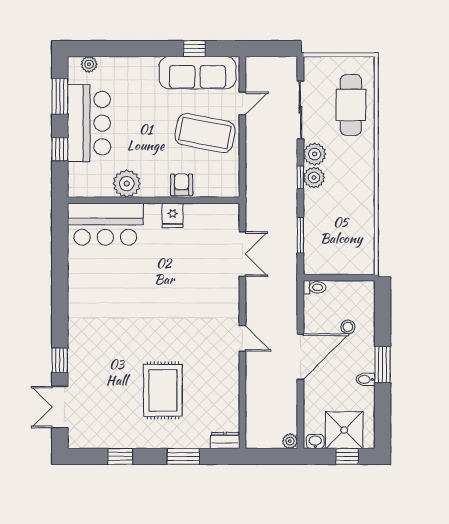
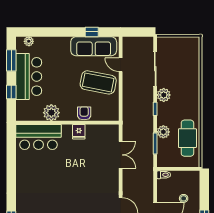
door: (242, 103) -> (121, 65), swing flipped
cafe table: (351, 105) -> (187, 138), moved
plant: (314, 178) -> (163, 132), moved

